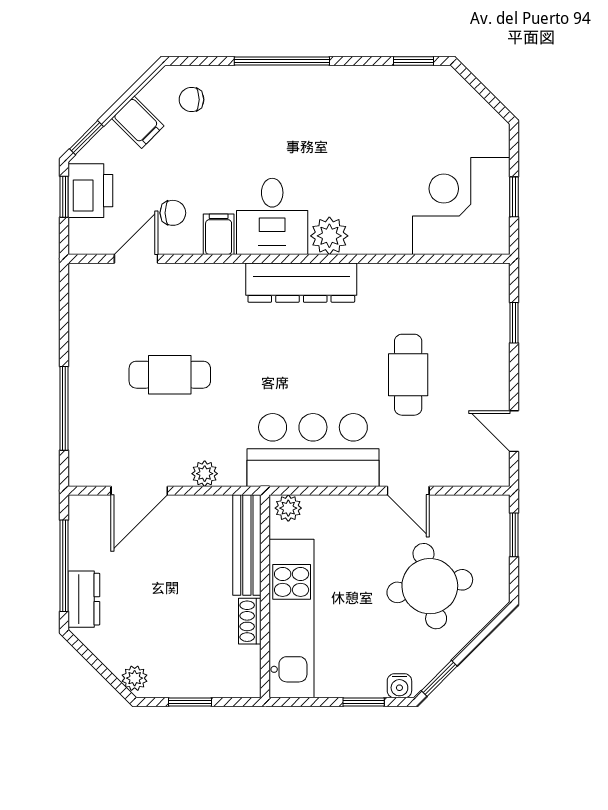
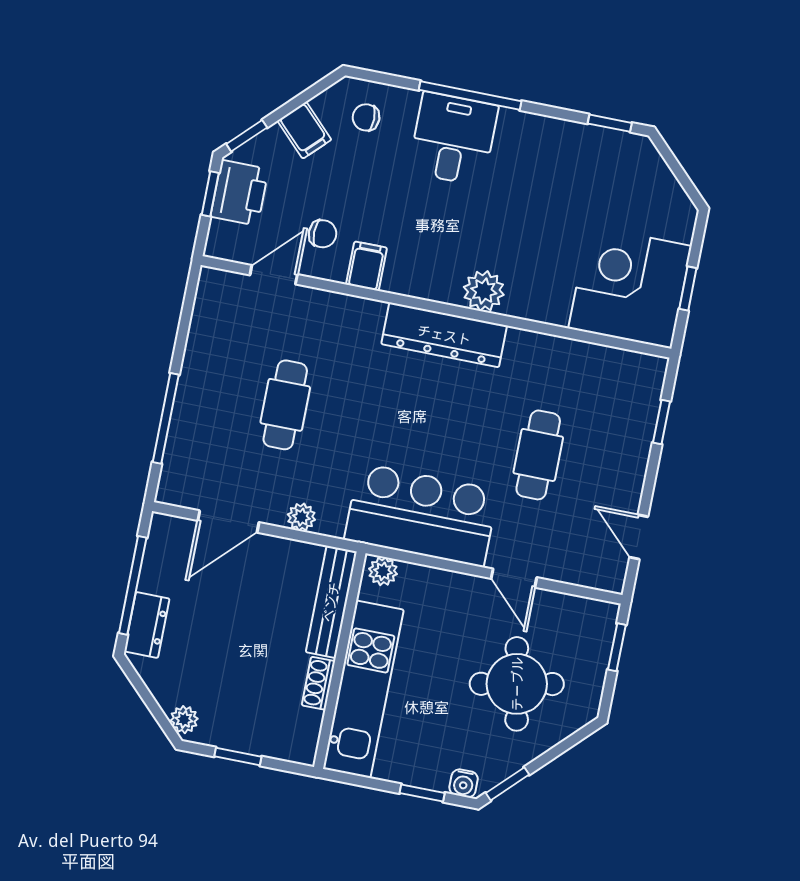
desk: (272, 216) -> (453, 139), moved, turned 180
cafe table: (170, 375) -> (285, 405), turned 90

